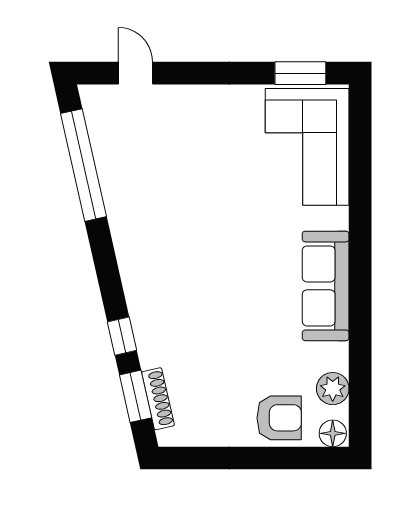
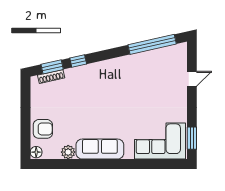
door: (135, 73) -> (192, 79), moved
plant: (333, 389) -> (68, 152), moved
armchair: (279, 418) -> (43, 129), turned -90

